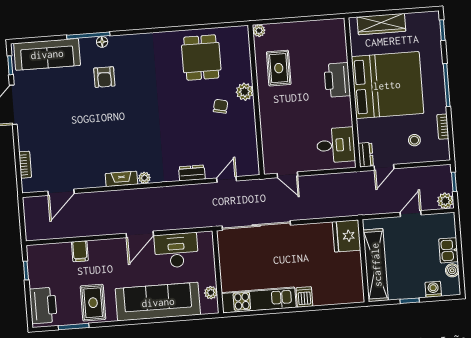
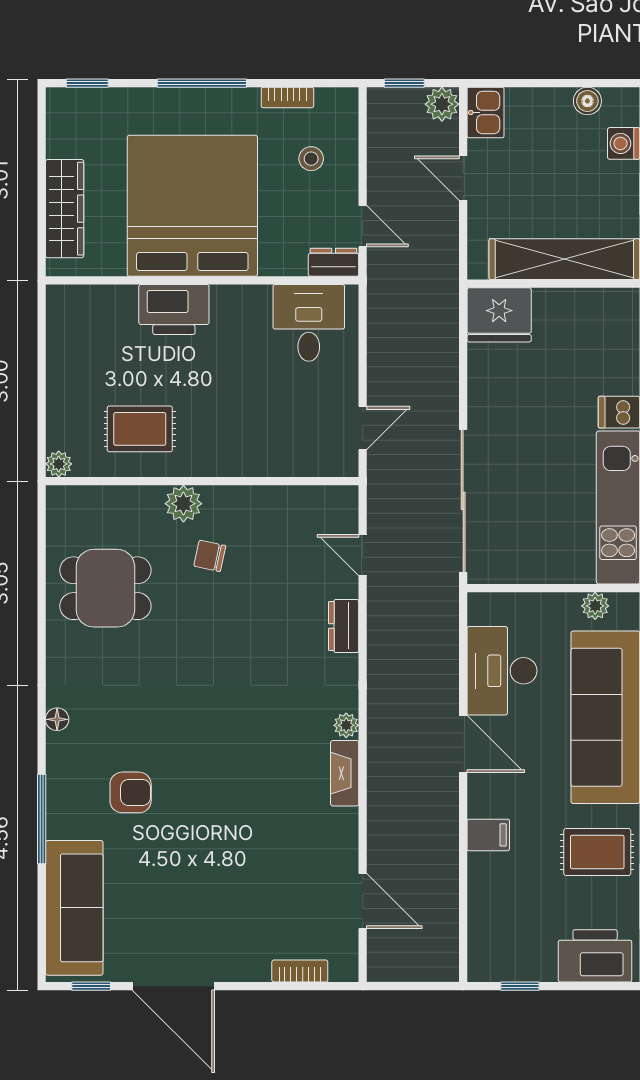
floor lamp: (102, 42) -> (57, 719), moved
kitchen sink: (448, 250) -> (486, 112), moved, turned -90
filing cabinet: (80, 251) -> (488, 835), moved

